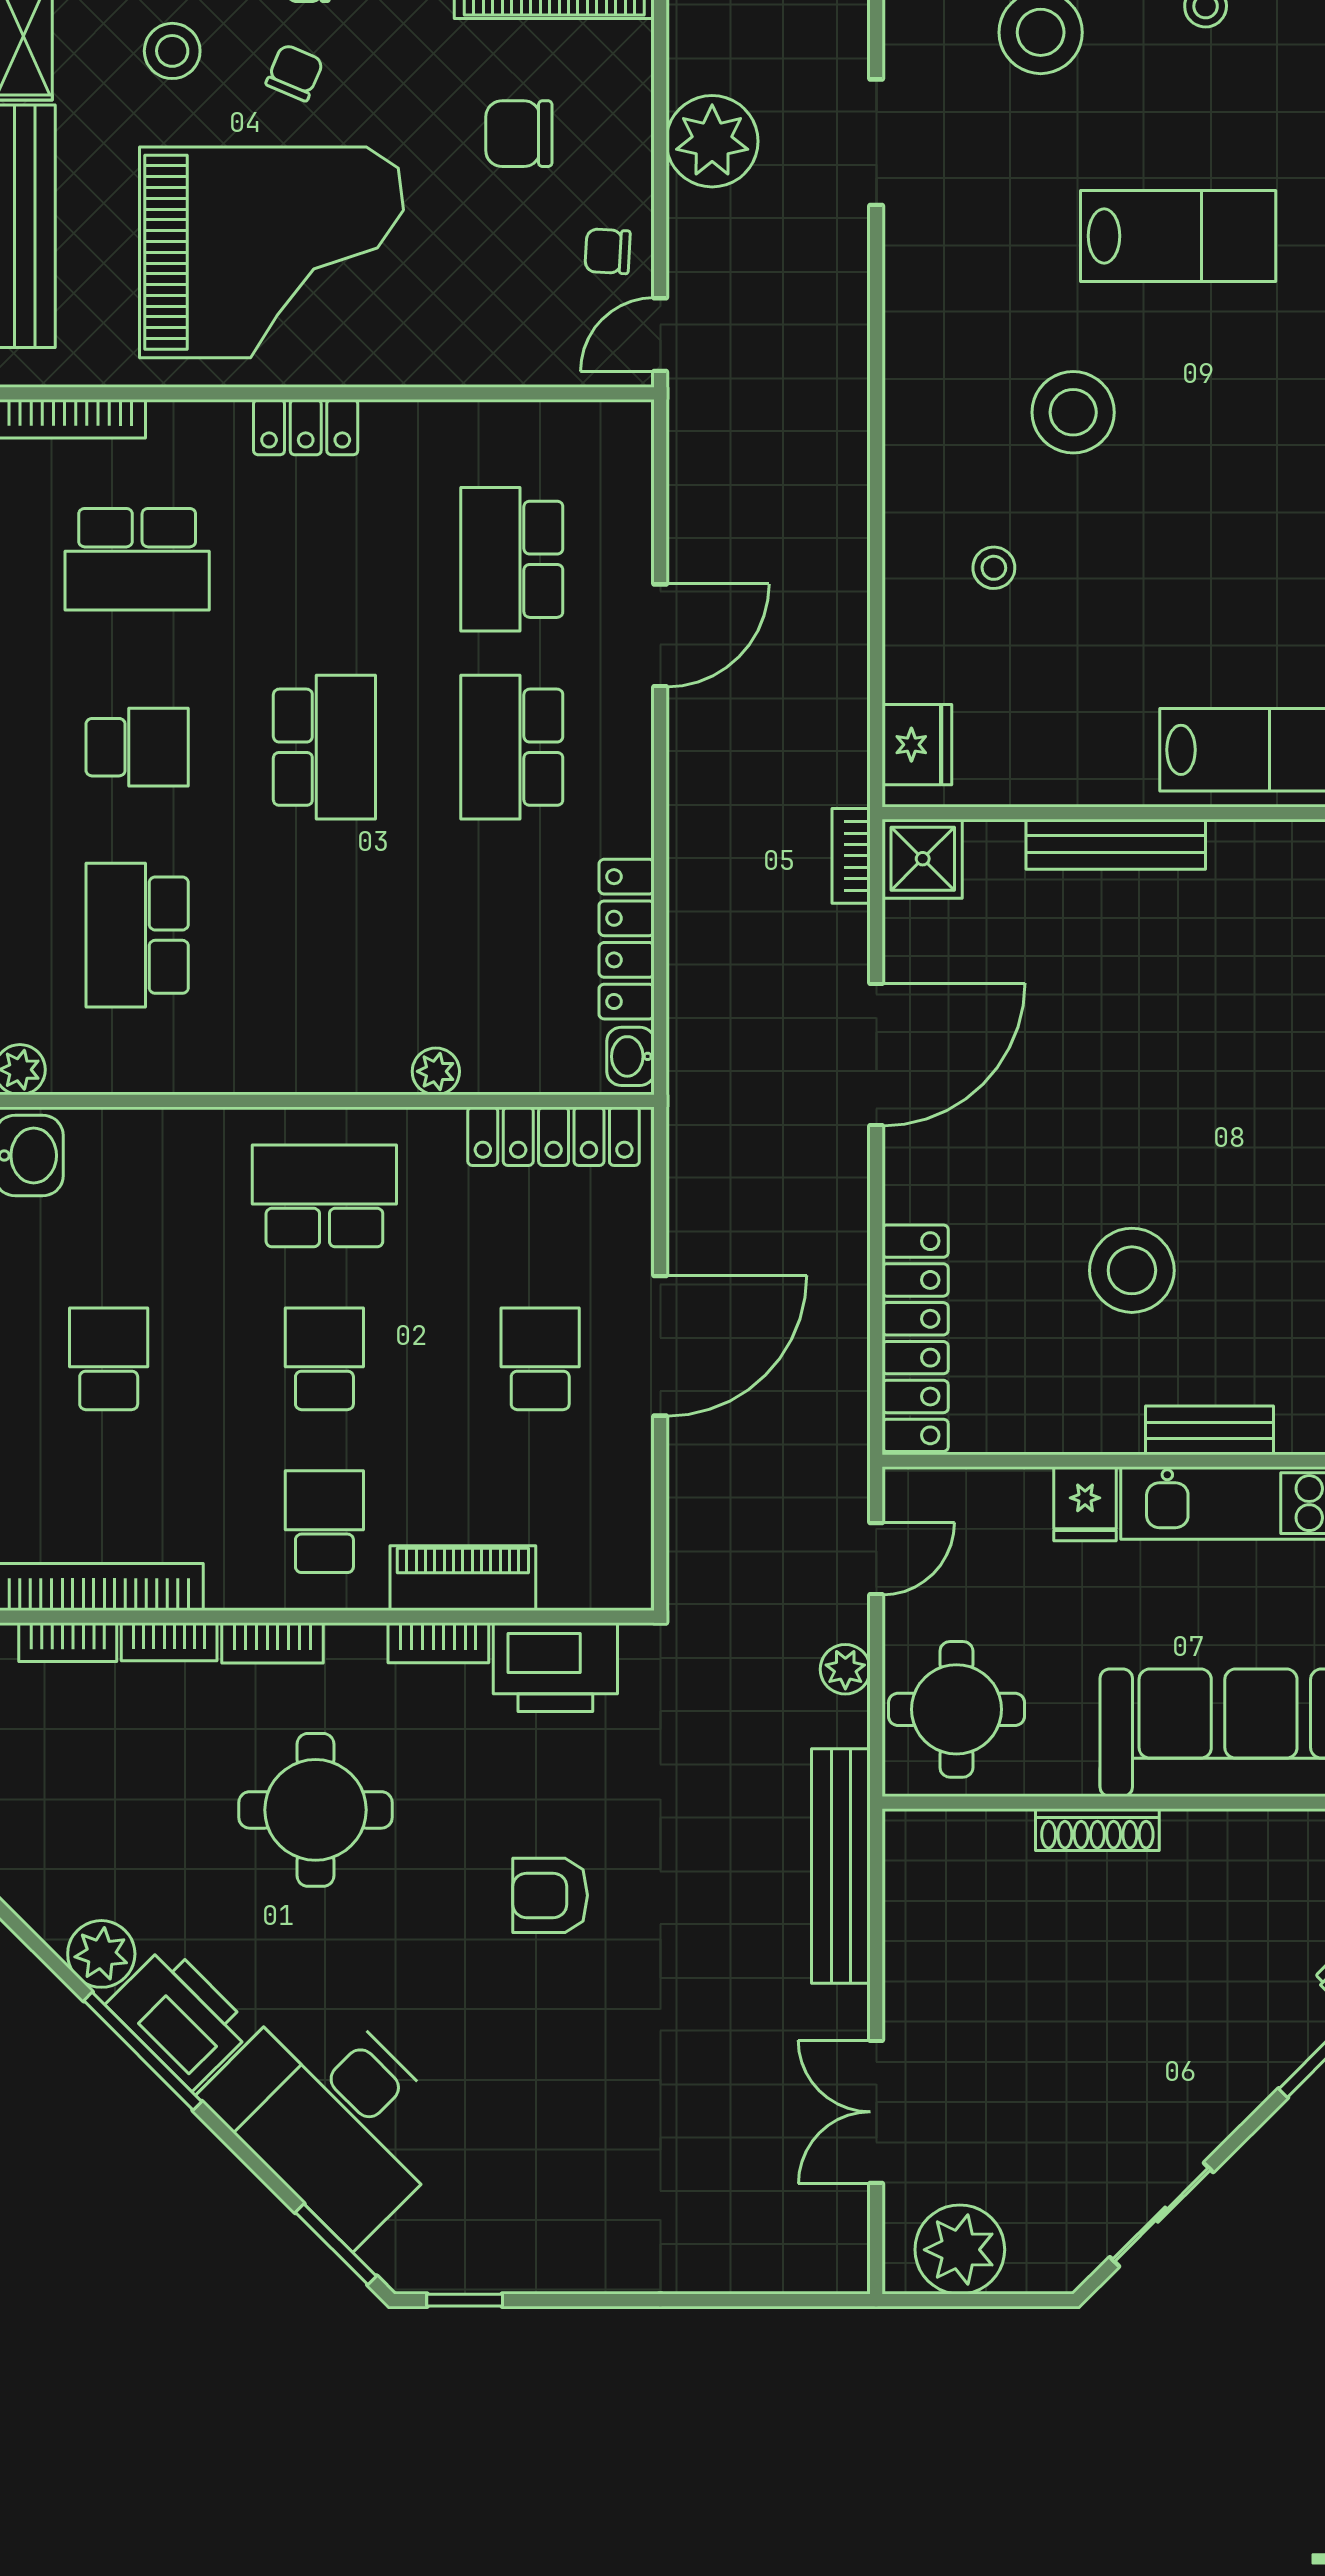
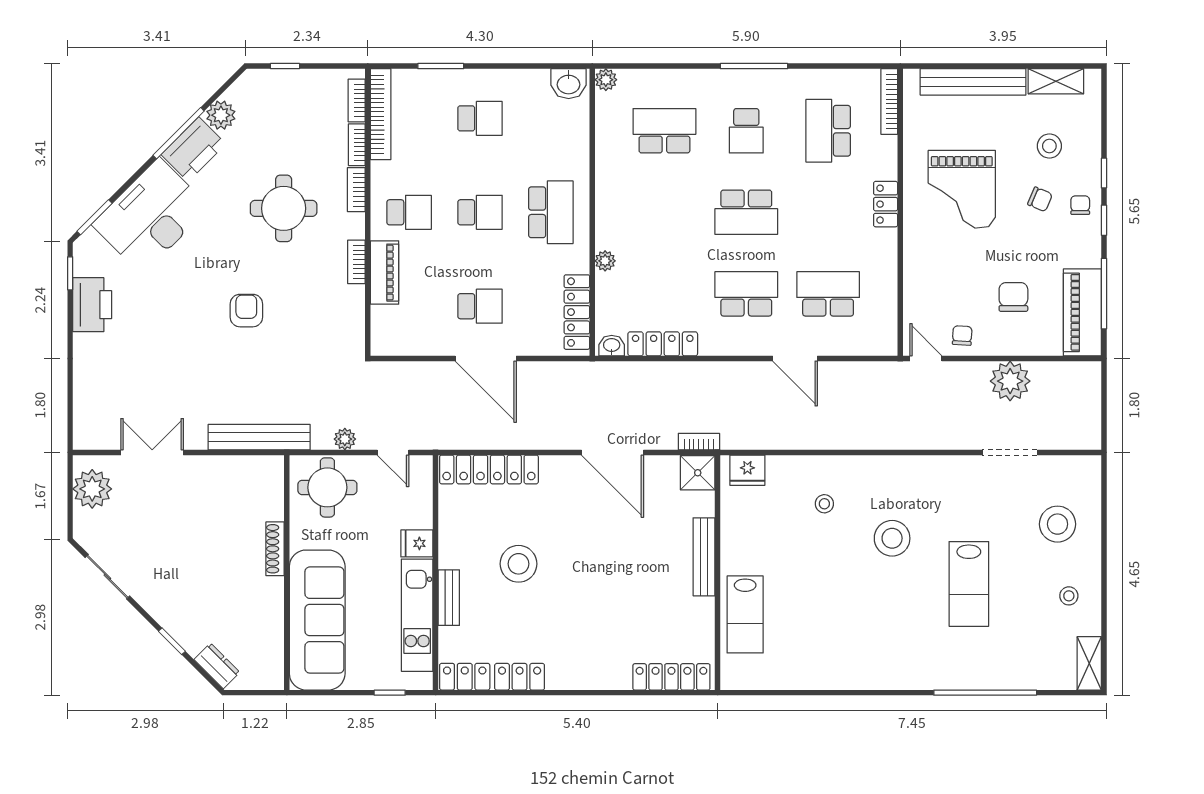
grand piano: (272, 252) -> (962, 189), width x0.73, depth x0.68
printer: (555, 1667) -> (92, 305), moved, turned 180

